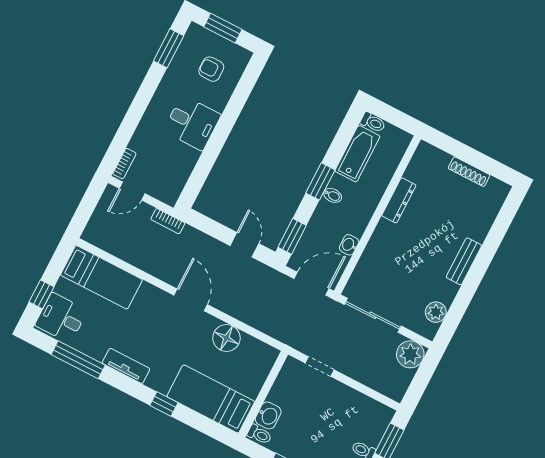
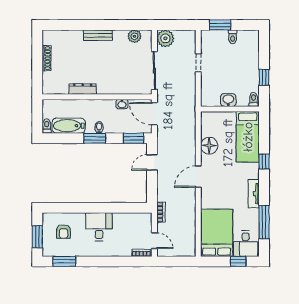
bed: (101, 277) -> (217, 233), width x1.50
doorway: (320, 366) -> (198, 63), moved
washbasin: (268, 415) -> (228, 100), moved

